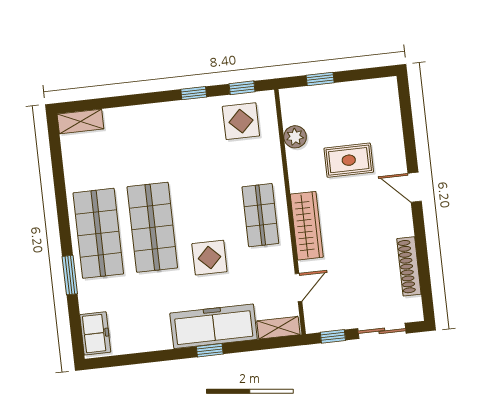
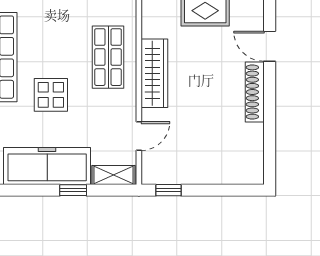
shoe rack: (409, 266) -> (255, 92), moved
sliding door: (382, 331) -> (219, 190), removed
window: (210, 350) -> (73, 190), moved

